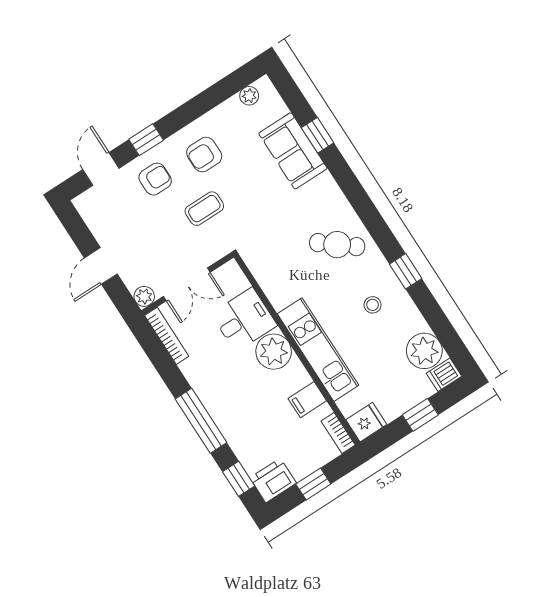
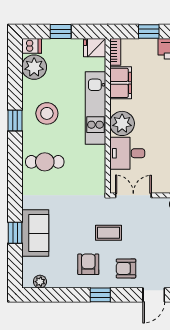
window: (146, 140) -> (100, 295), moved
armchair: (204, 155) -> (88, 264), turned -90
cafe table: (337, 245) -> (45, 162), turned -39
double door: (187, 284) -> (133, 195), moved
stool: (373, 305) -> (47, 113), width x1.89, depth x1.89
filing cabinet: (307, 400) -> (121, 83), width x2.00

